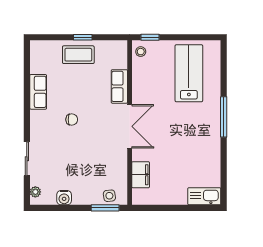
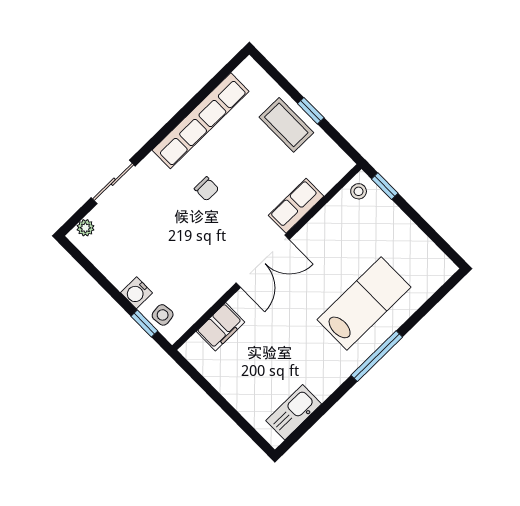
lab bench: (189, 73) -> (364, 303), moved
row of seats: (38, 92) -> (201, 121), width x2.02
kitchen sink: (204, 196) -> (294, 412), moved, turned -90
water cooler: (64, 198) -> (136, 293), moved
window: (105, 208) -> (144, 324), width x0.67

